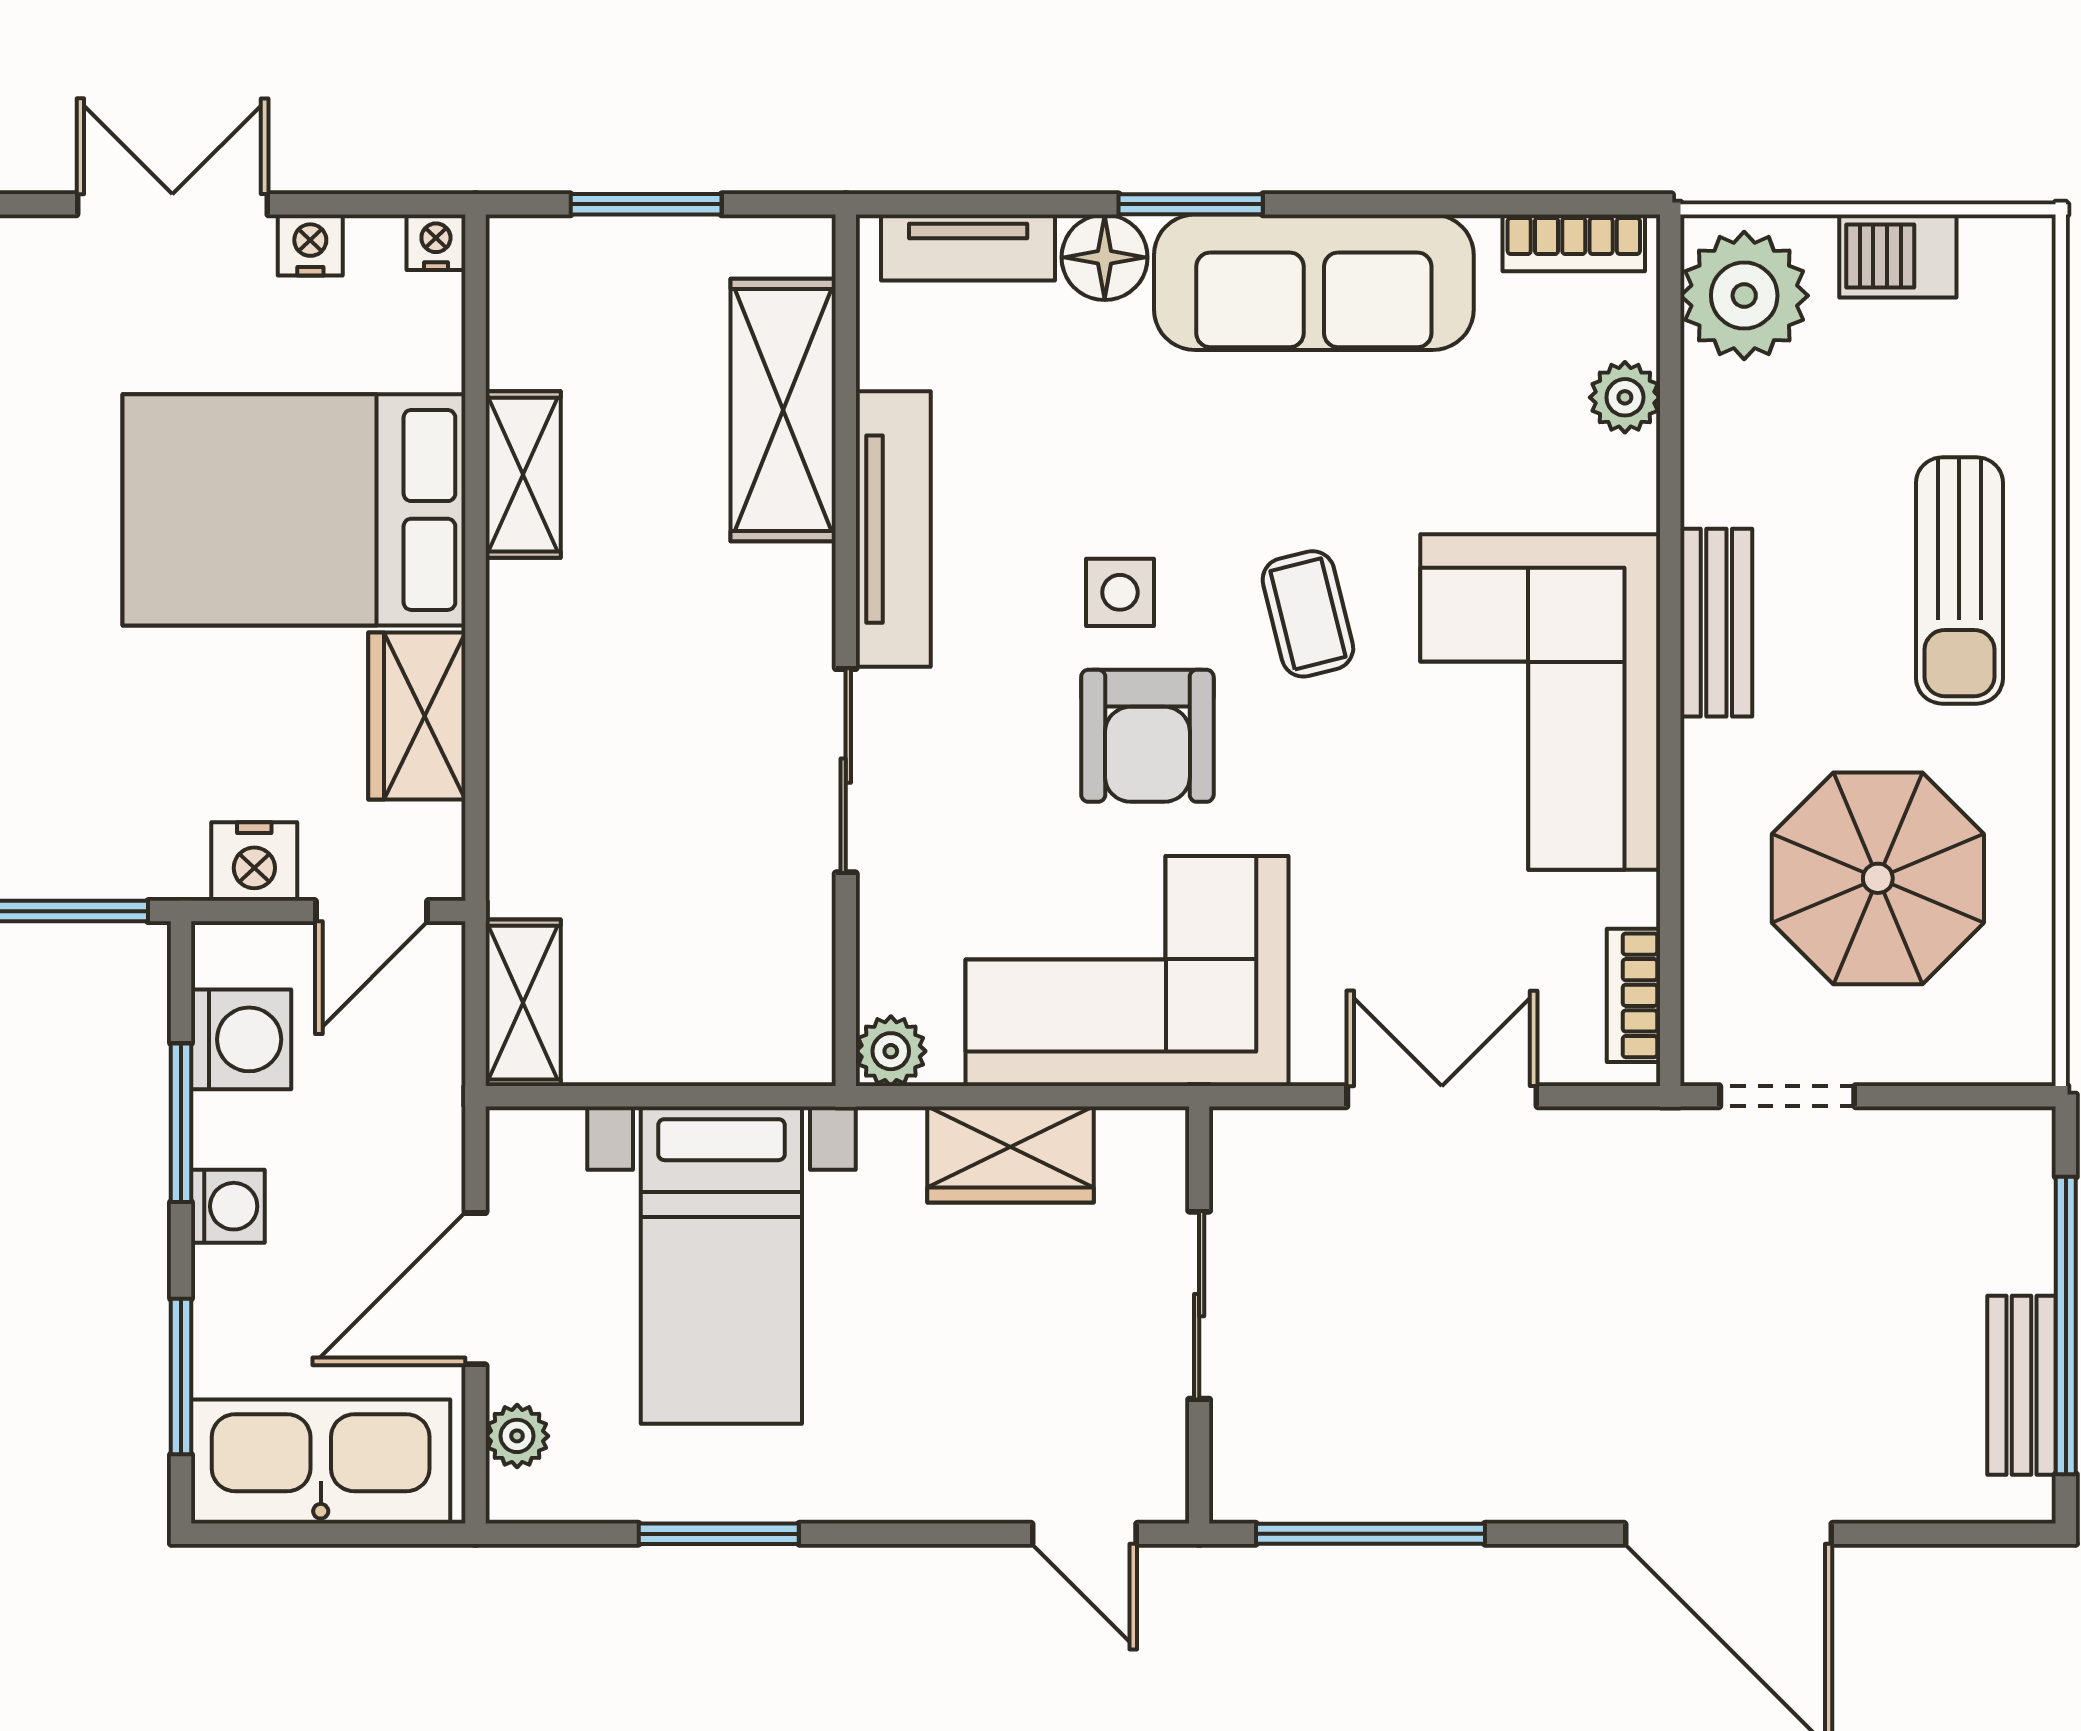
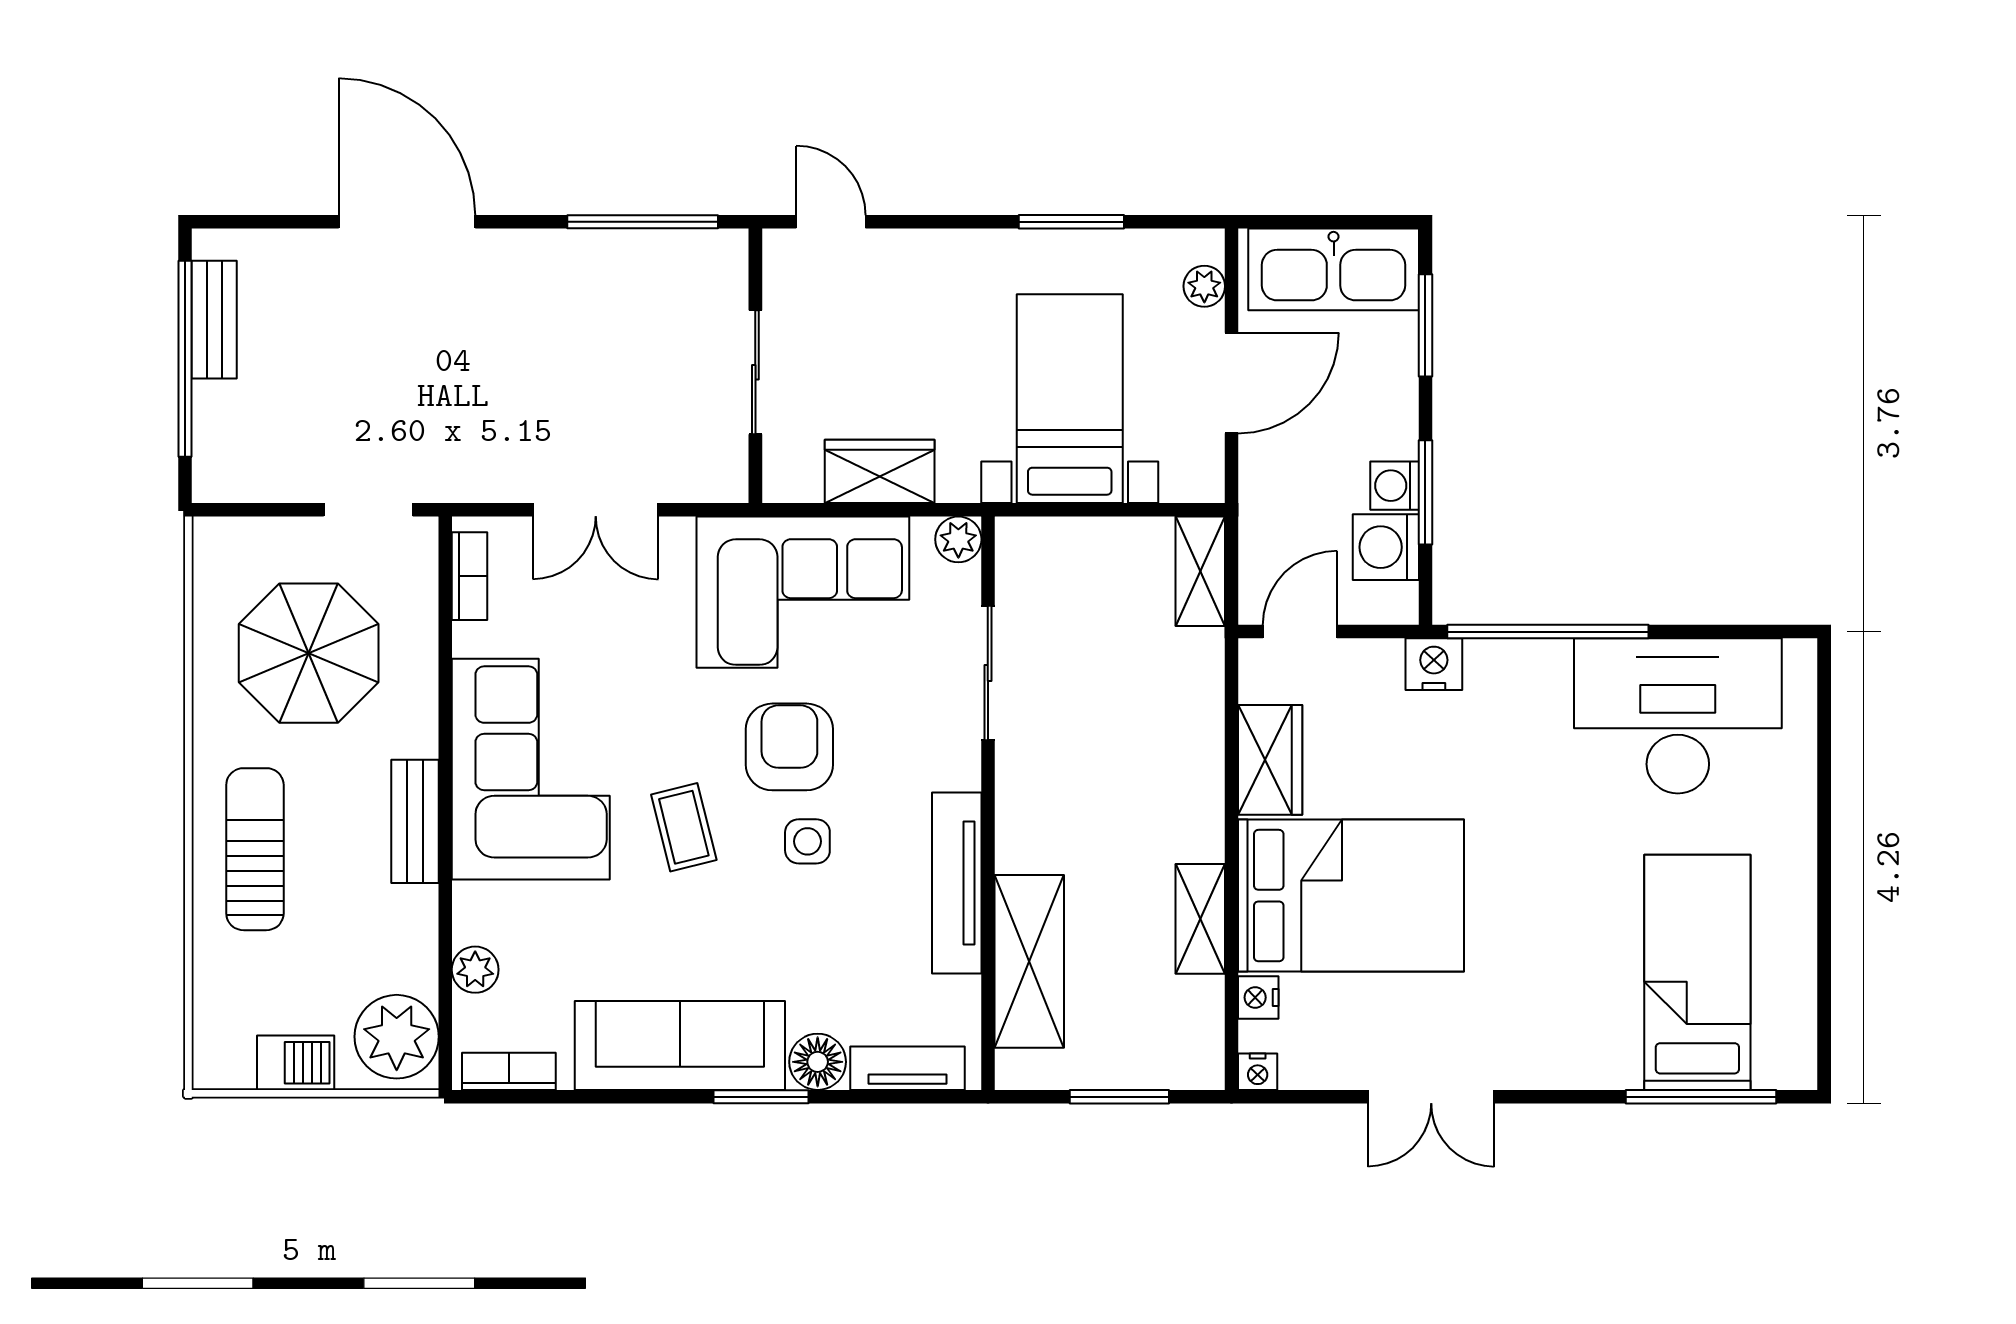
nightstand: (310, 245) -> (1258, 997), moved, turned 90
sliding door: (846, 771) -> (988, 673), moved
nightstand: (254, 862) -> (1434, 664), moved
washing machine: (228, 1206) -> (1395, 486), moved

